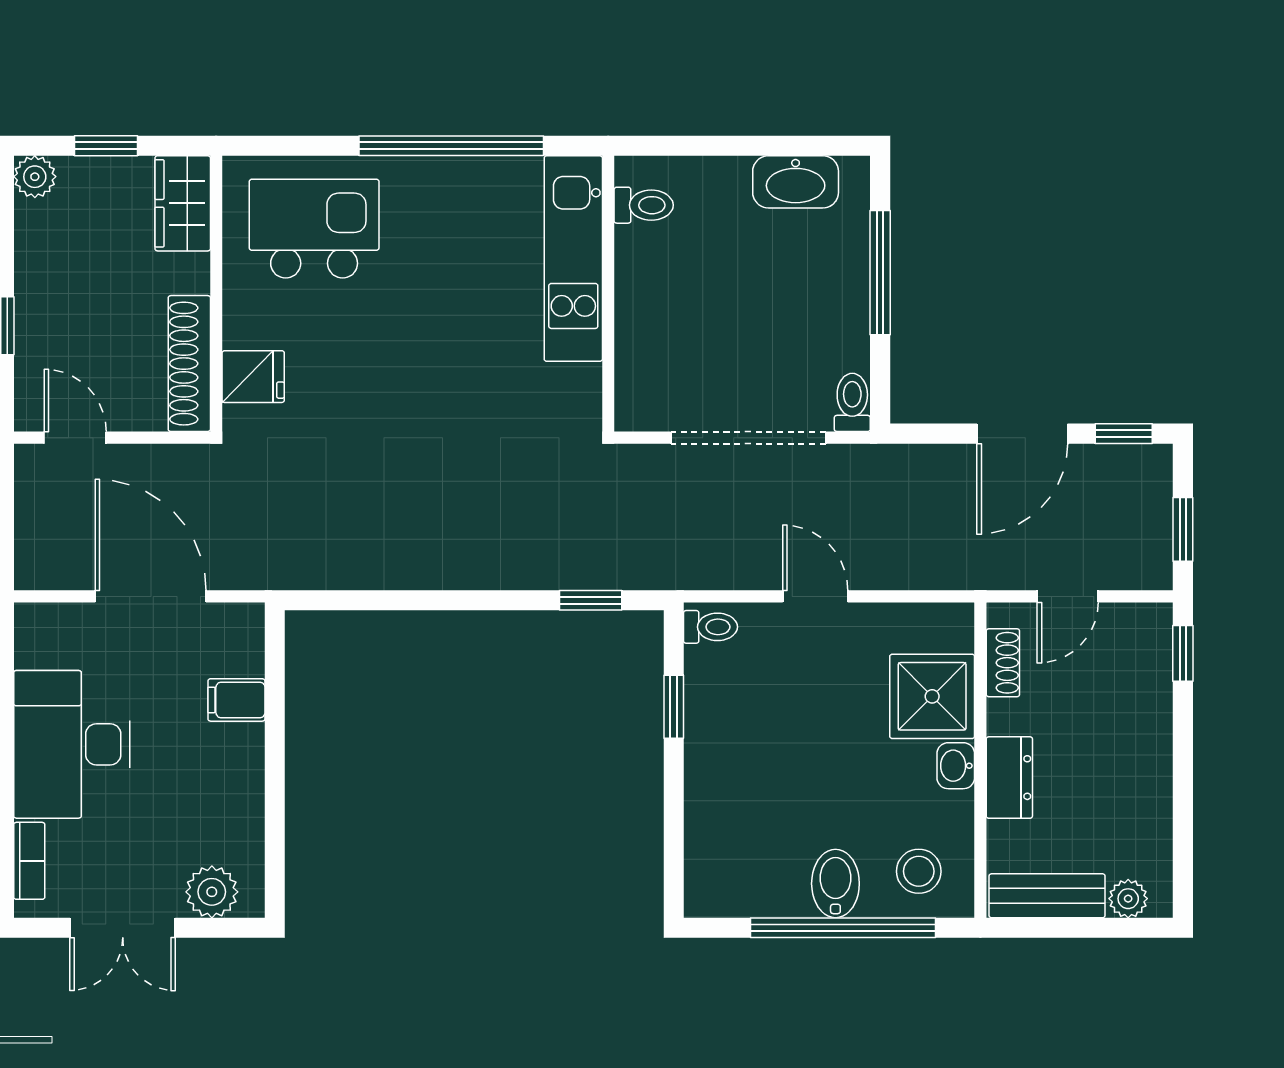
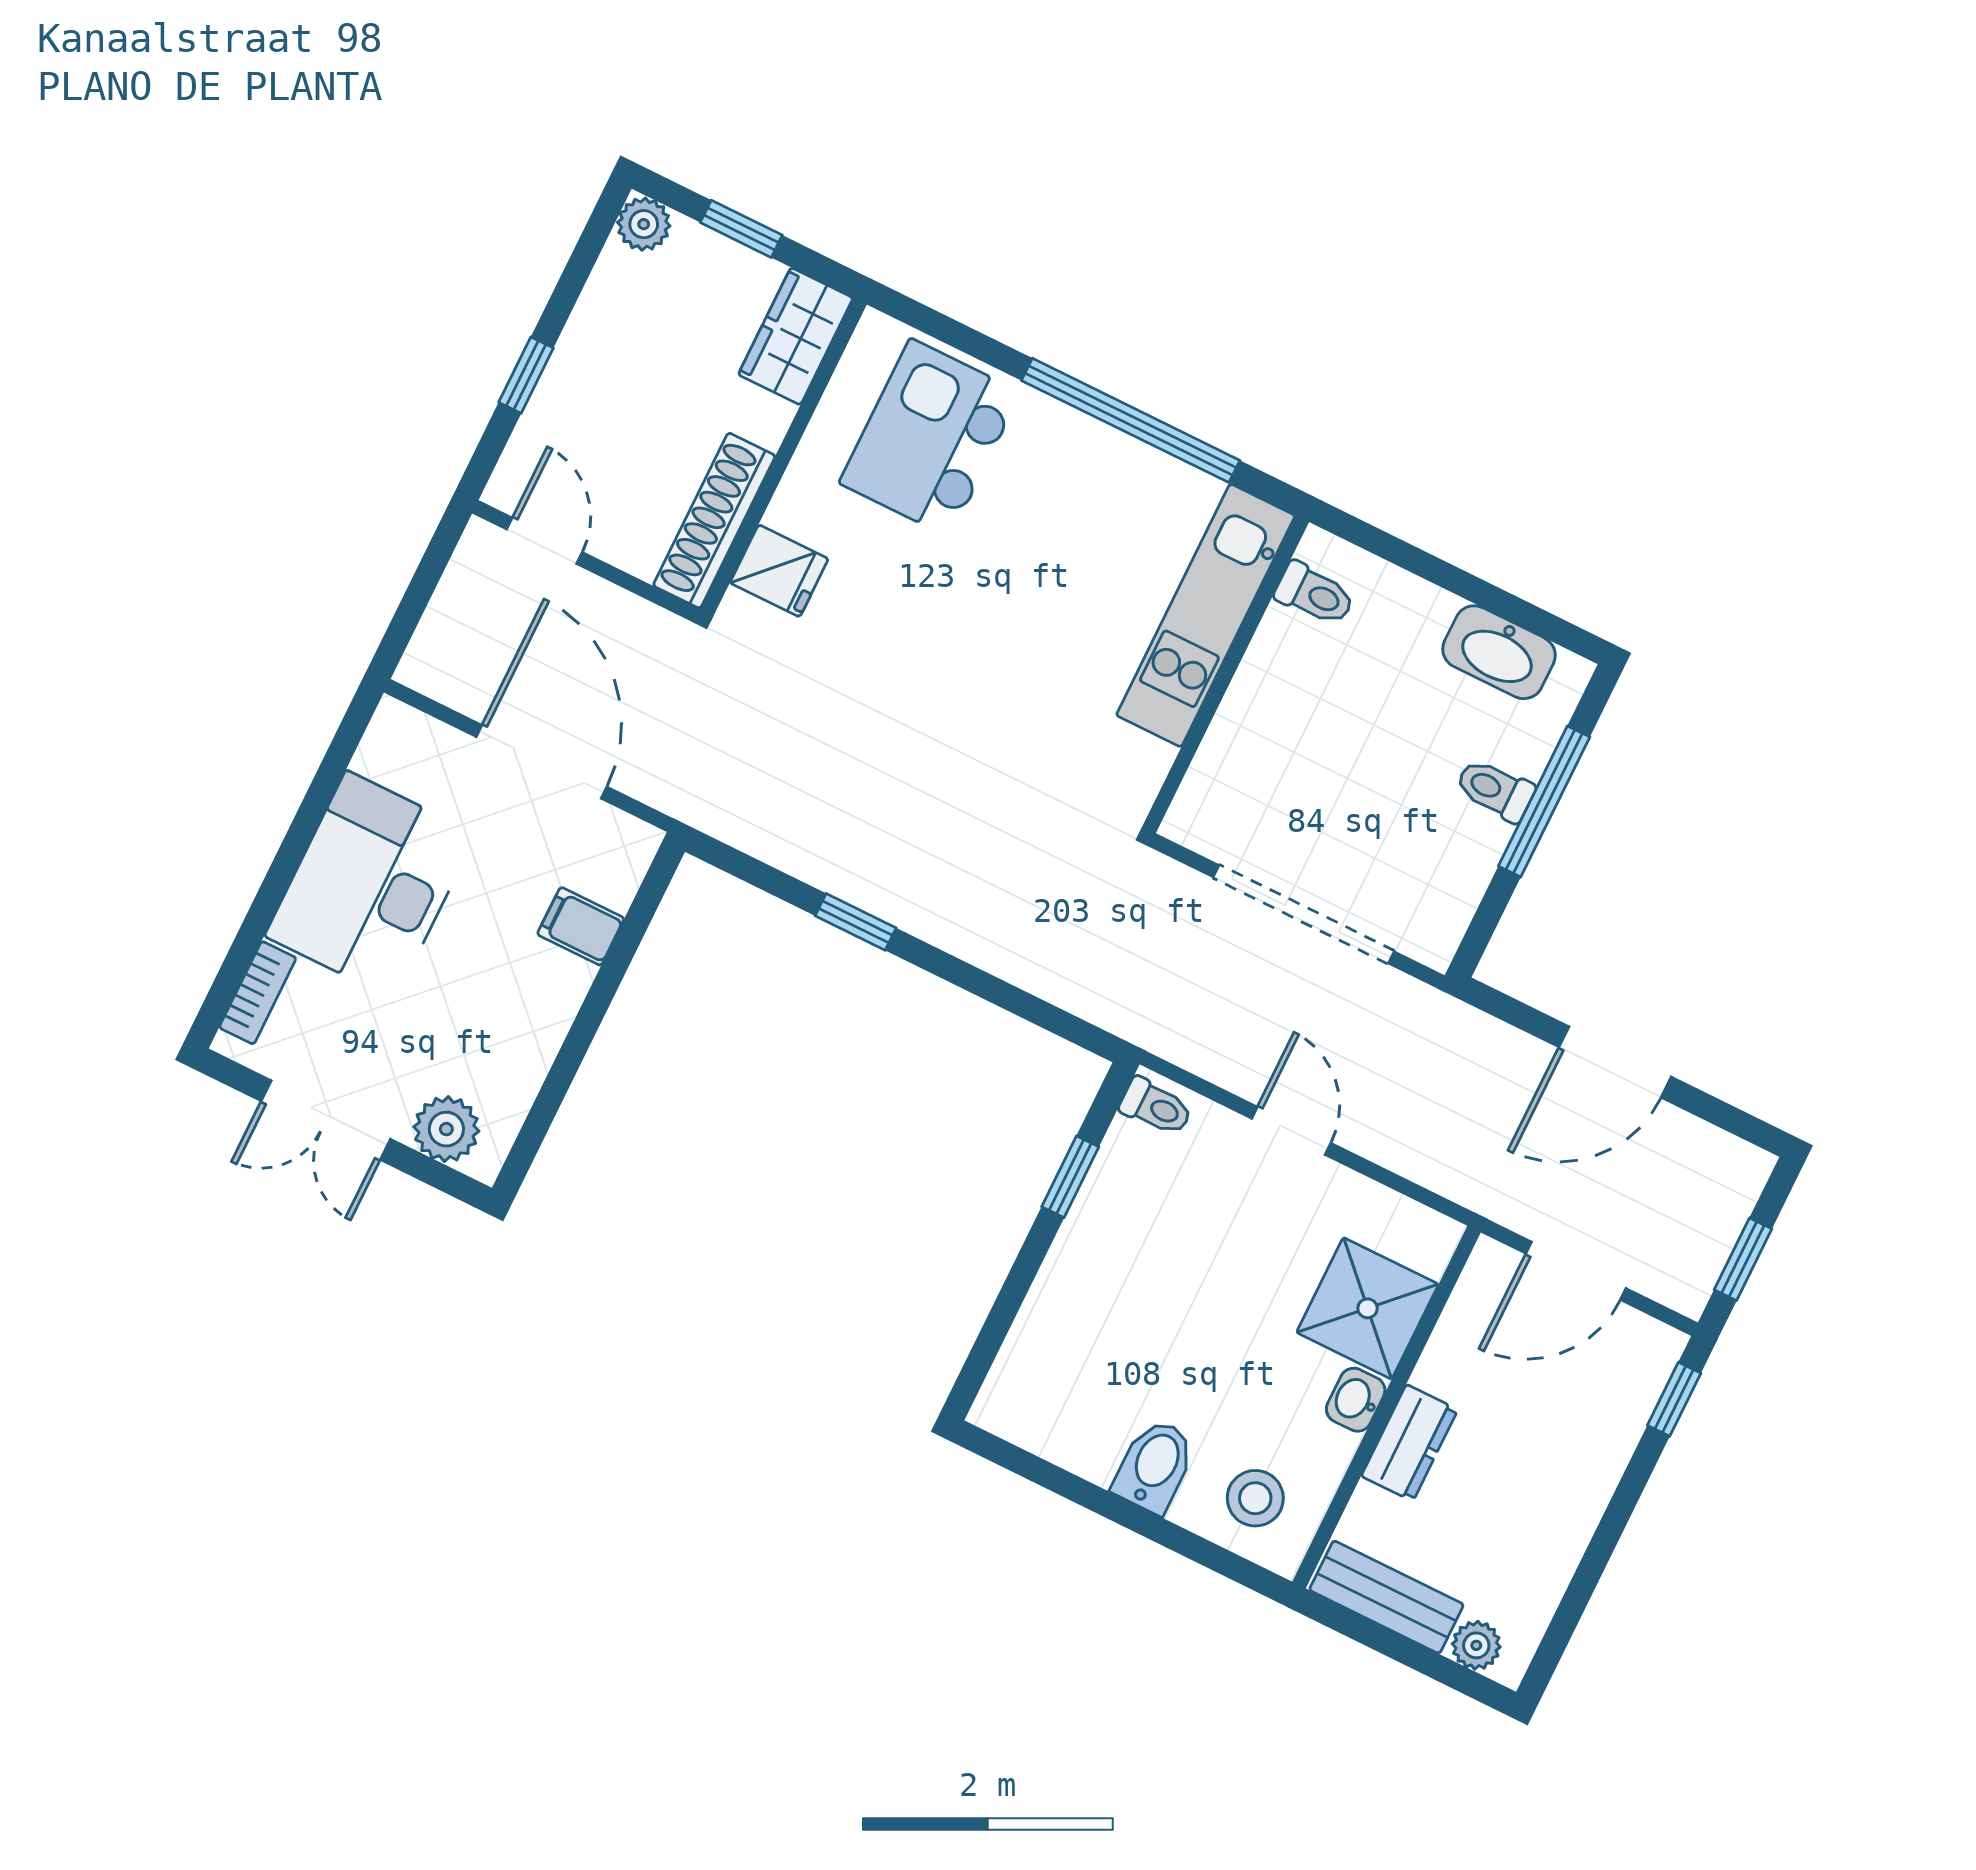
kitchen island: (314, 229) -> (930, 438), turned -90
toilet: (852, 402) -> (1495, 790), moved, turned -90
window: (1124, 434) -> (1729, 1118), removed
door: (1068, 596) -> (1576, 1271), width x1.38
window: (591, 600) -> (856, 922), moved
shoe rack: (1003, 663) -> (1466, 1310), removed
window: (843, 928) -> (1138, 1520), removed

